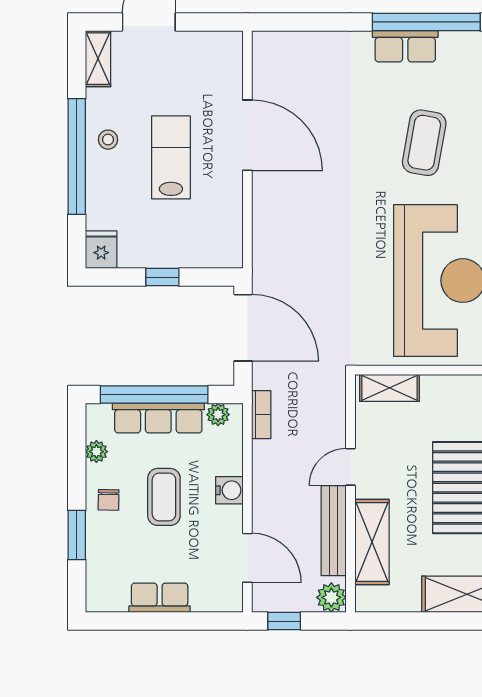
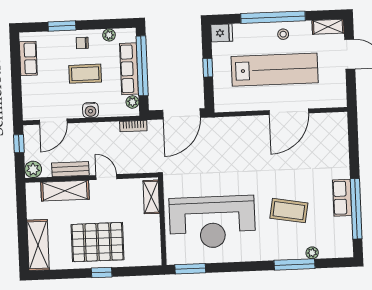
lab bench: (171, 157) -> (275, 70), width x1.86, depth x1.39
bench: (334, 531) -> (70, 169), width x0.73
row of seats: (160, 598) -> (28, 58), moved

